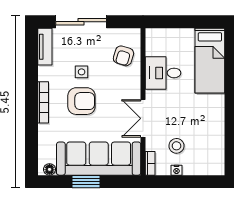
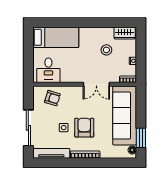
tv unit: (45, 47) -> (51, 153), width x1.41
desk: (163, 73) -> (48, 70), moved
stool: (176, 146) -> (106, 50), moved
wardrobe: (216, 159) -> (125, 33), added
window: (86, 182) -> (141, 138), moved

